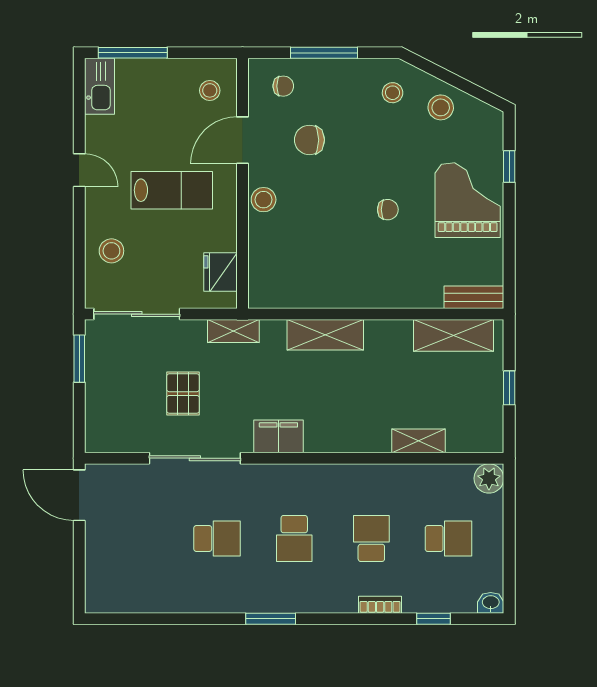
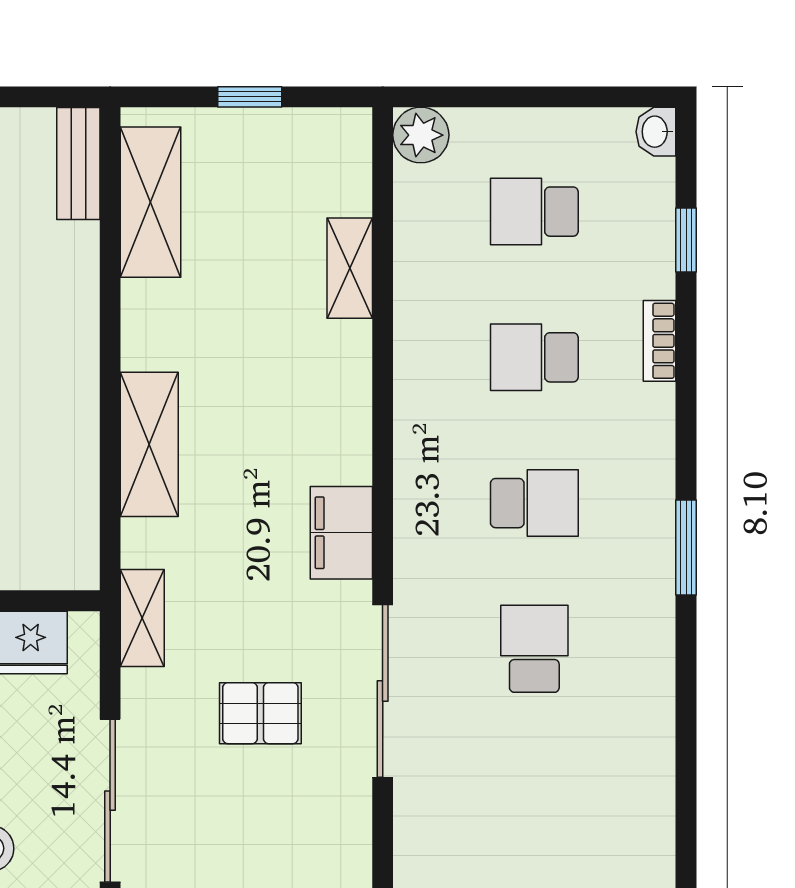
school desk: (448, 538) -> (534, 212), turned -90

